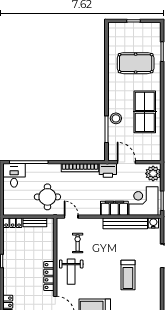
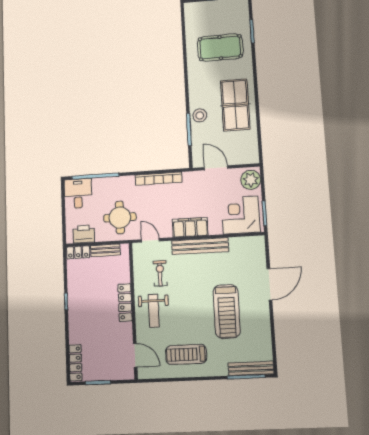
printer: (108, 170) -> (84, 234), moved, turned 180
filing cabinet: (114, 208) -> (190, 227), moved
bench: (125, 223) -> (200, 246), moved
water cooler: (153, 223) -> (255, 242), removed
treadmill: (128, 275) -> (227, 311), width x1.37, depth x1.38
locker: (49, 276) -> (125, 303), moved

